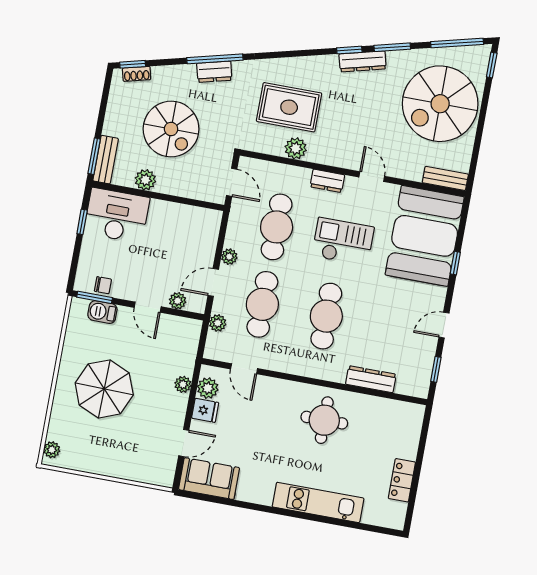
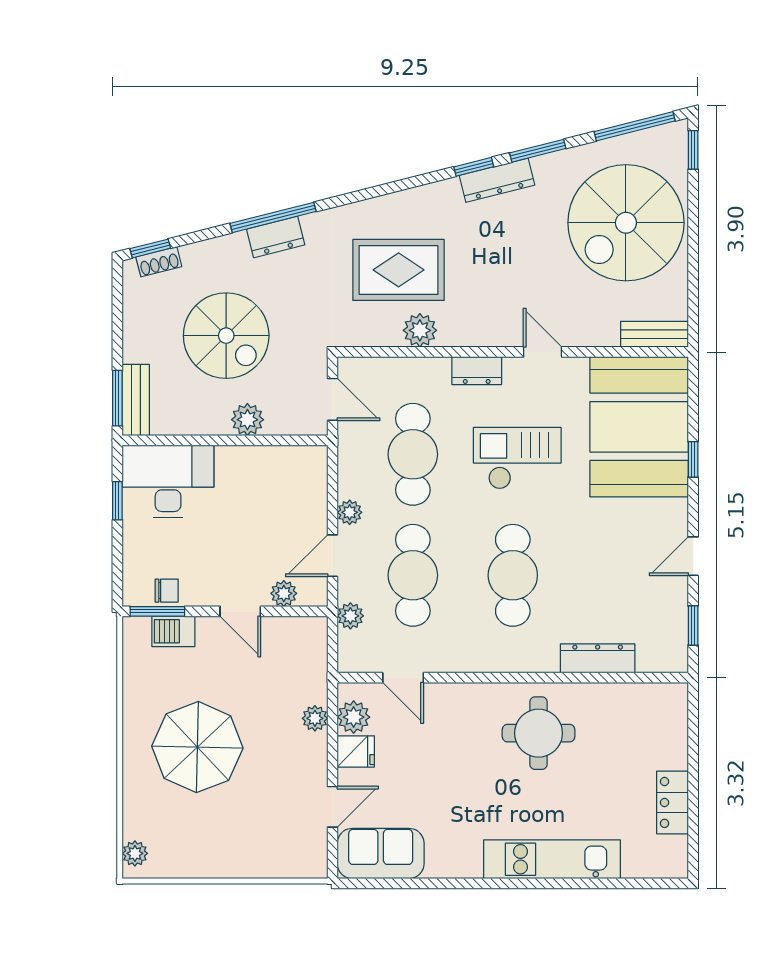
plant: (145, 180) -> (247, 420), moved

